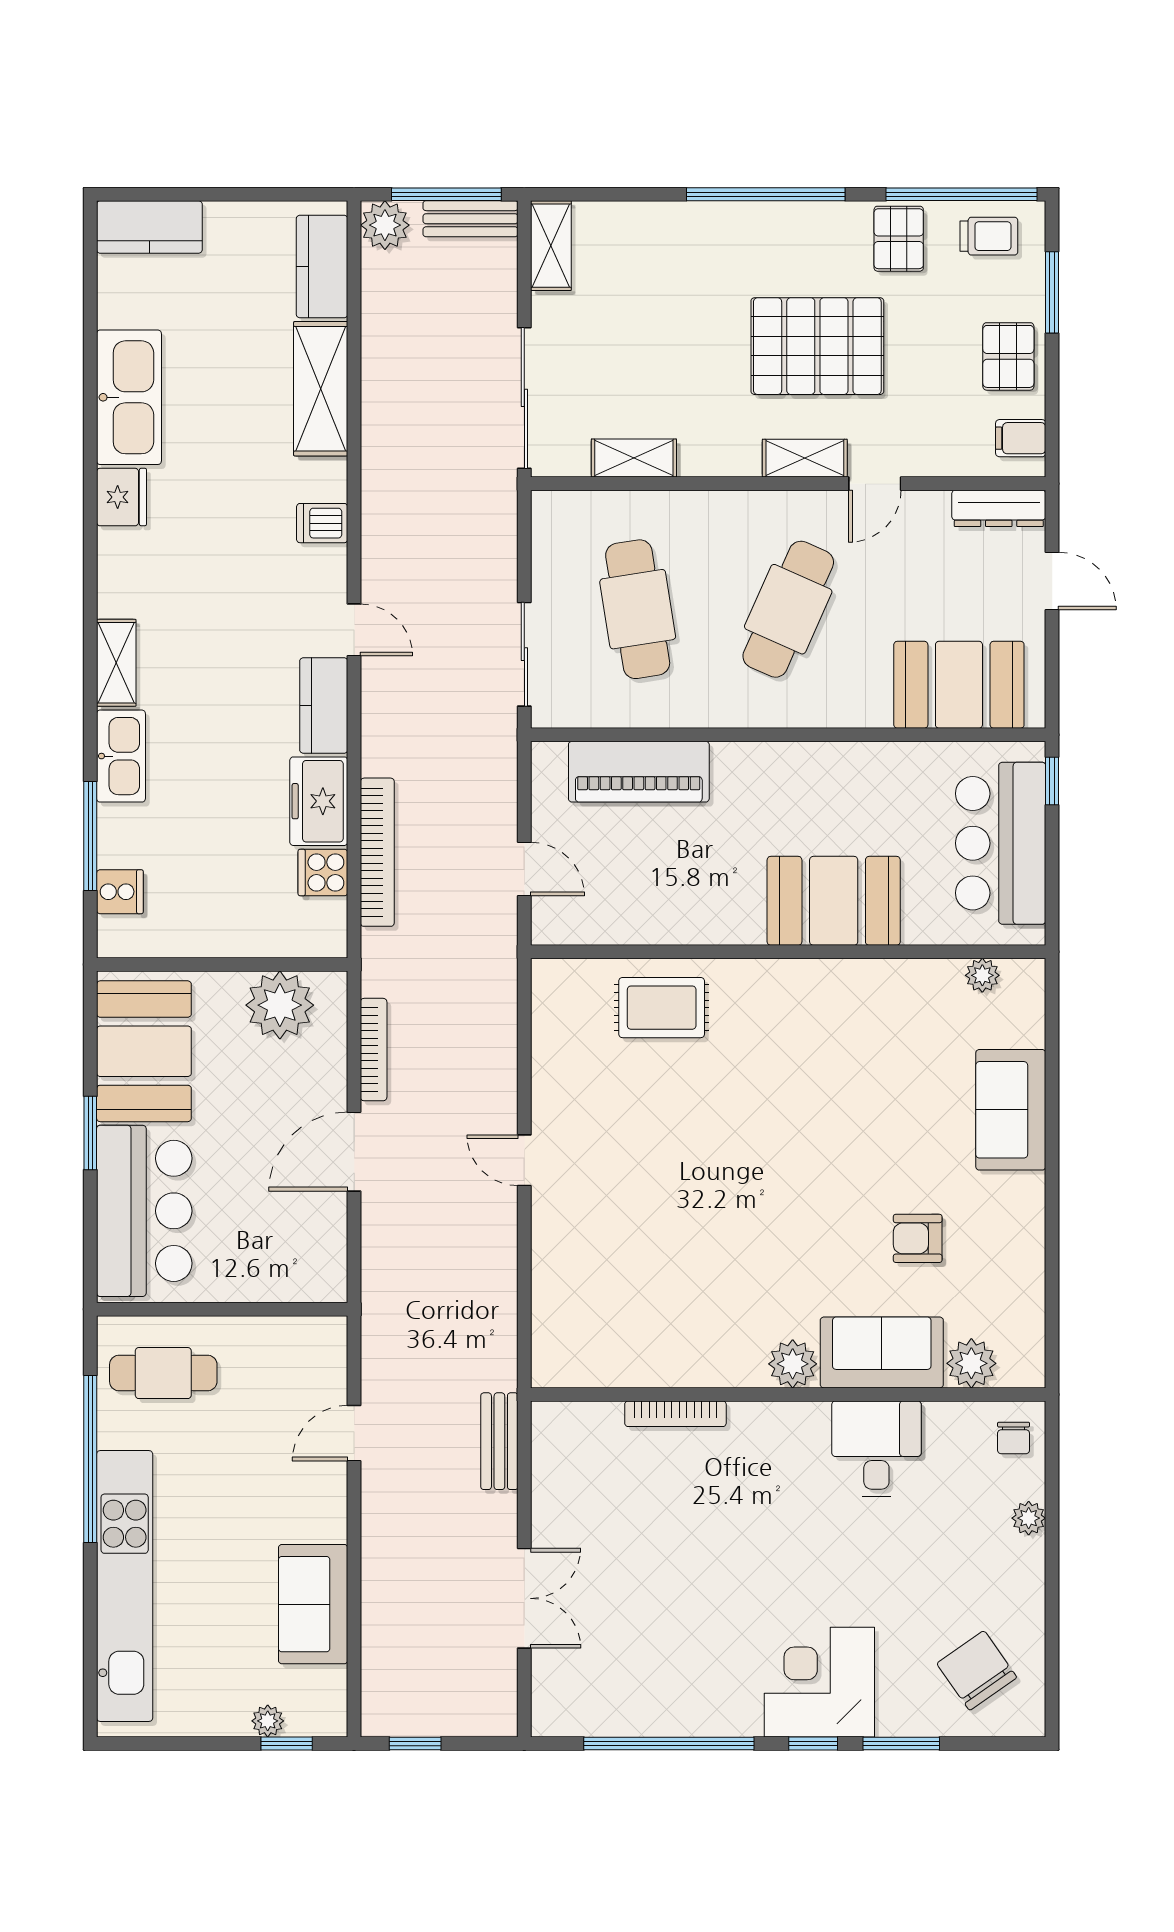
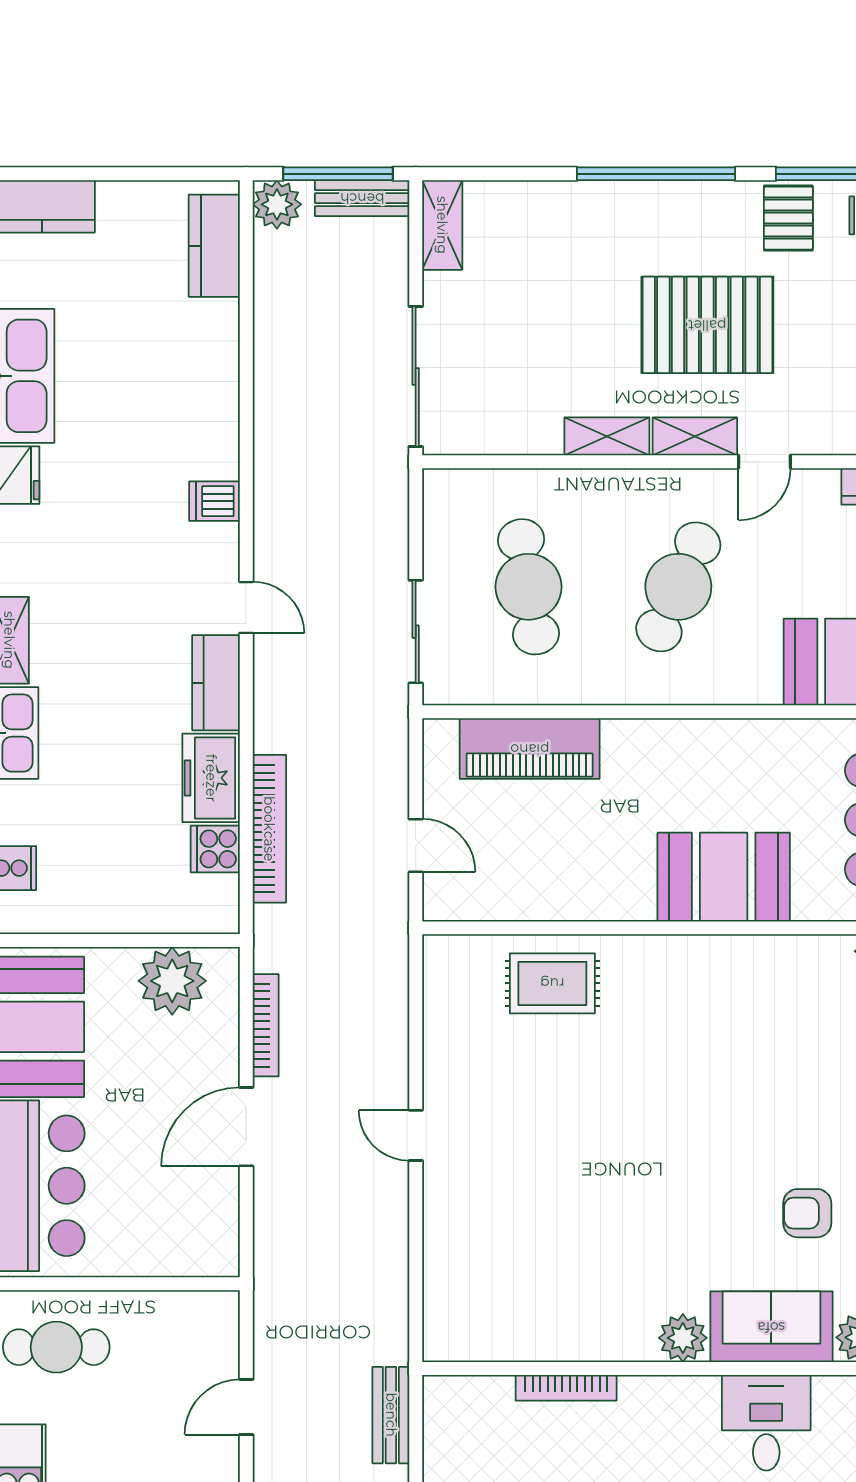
shelving: (321, 389) -> (213, 367), removed
shelving: (634, 458) -> (607, 436), moved

